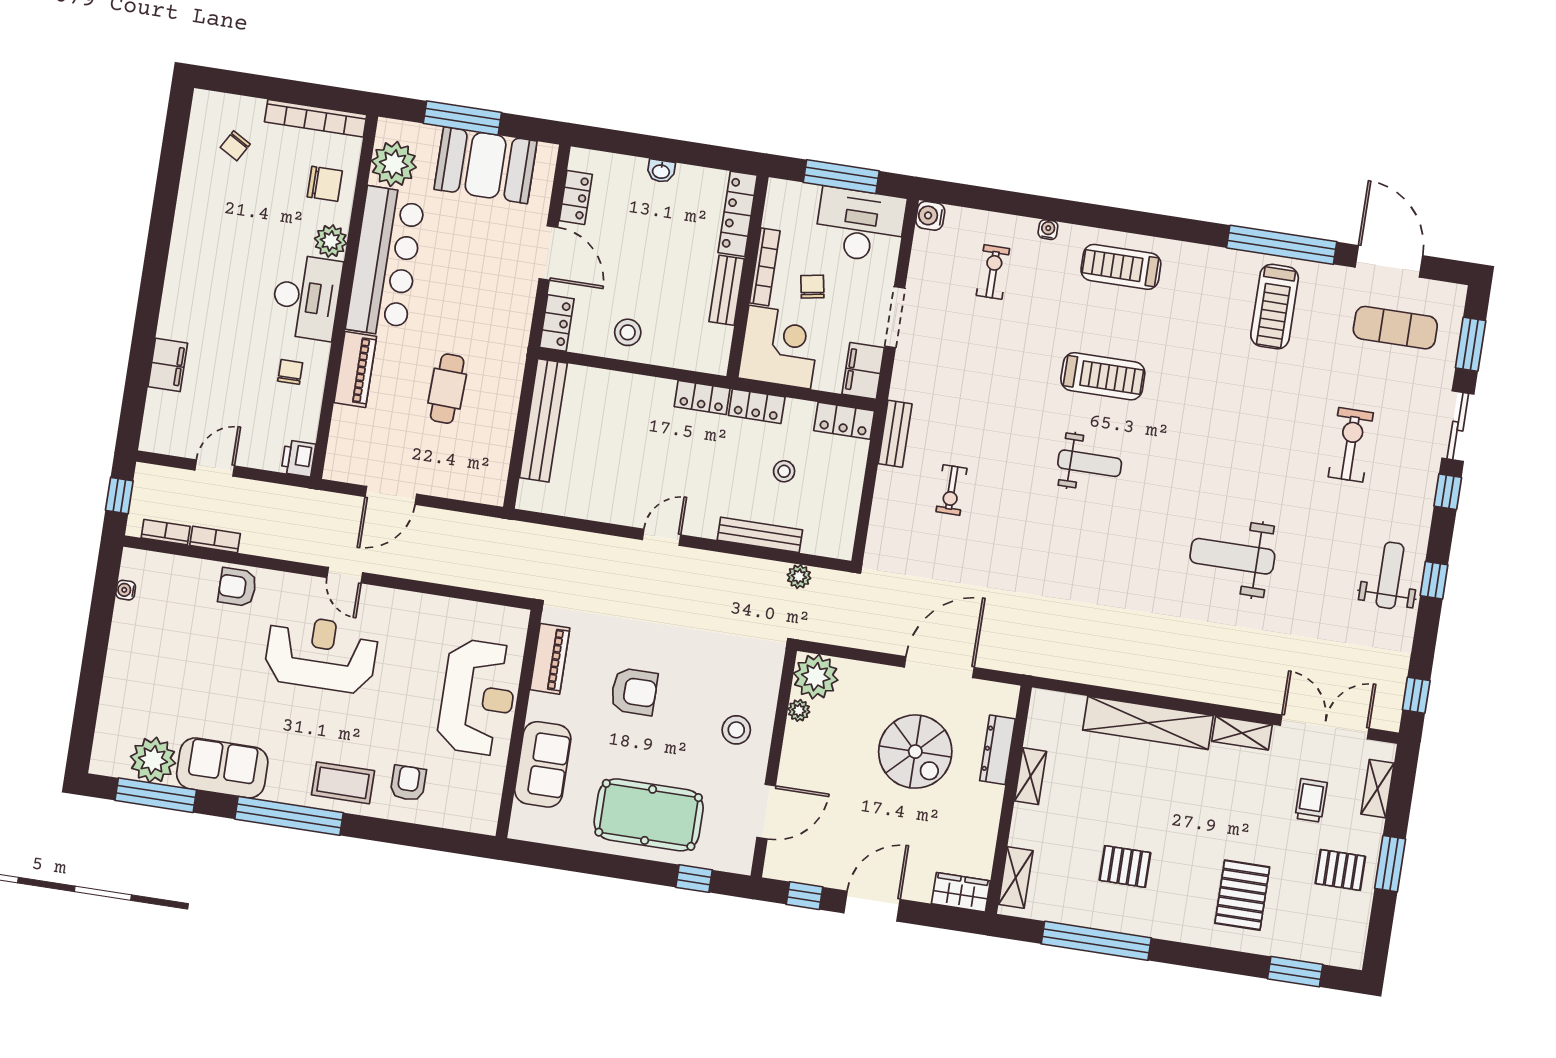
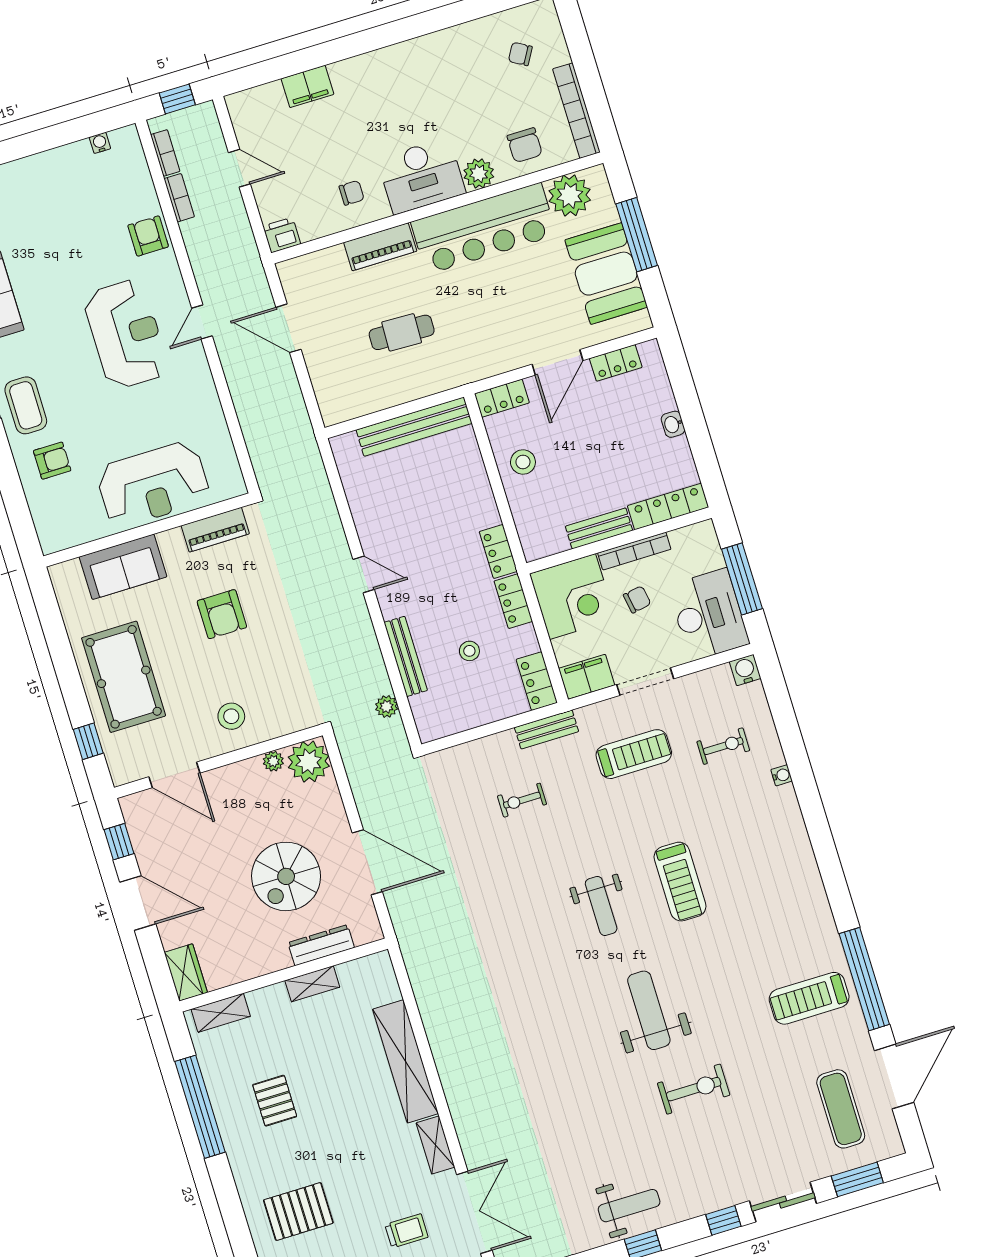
treadmill: (1121, 267) -> (634, 754), moved, turned 90
exercise bike: (1351, 445) -> (694, 1089), moved
weight bench: (1232, 556) -> (649, 1010), moved

